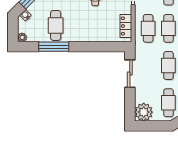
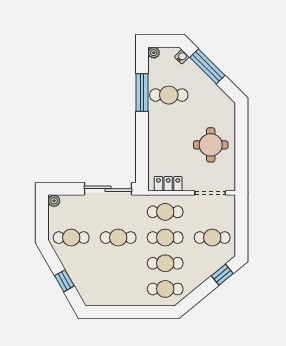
sliding door: (130, 74) -> (108, 189), width x1.37
plant: (144, 112) -> (54, 201), width x0.53, depth x0.53

